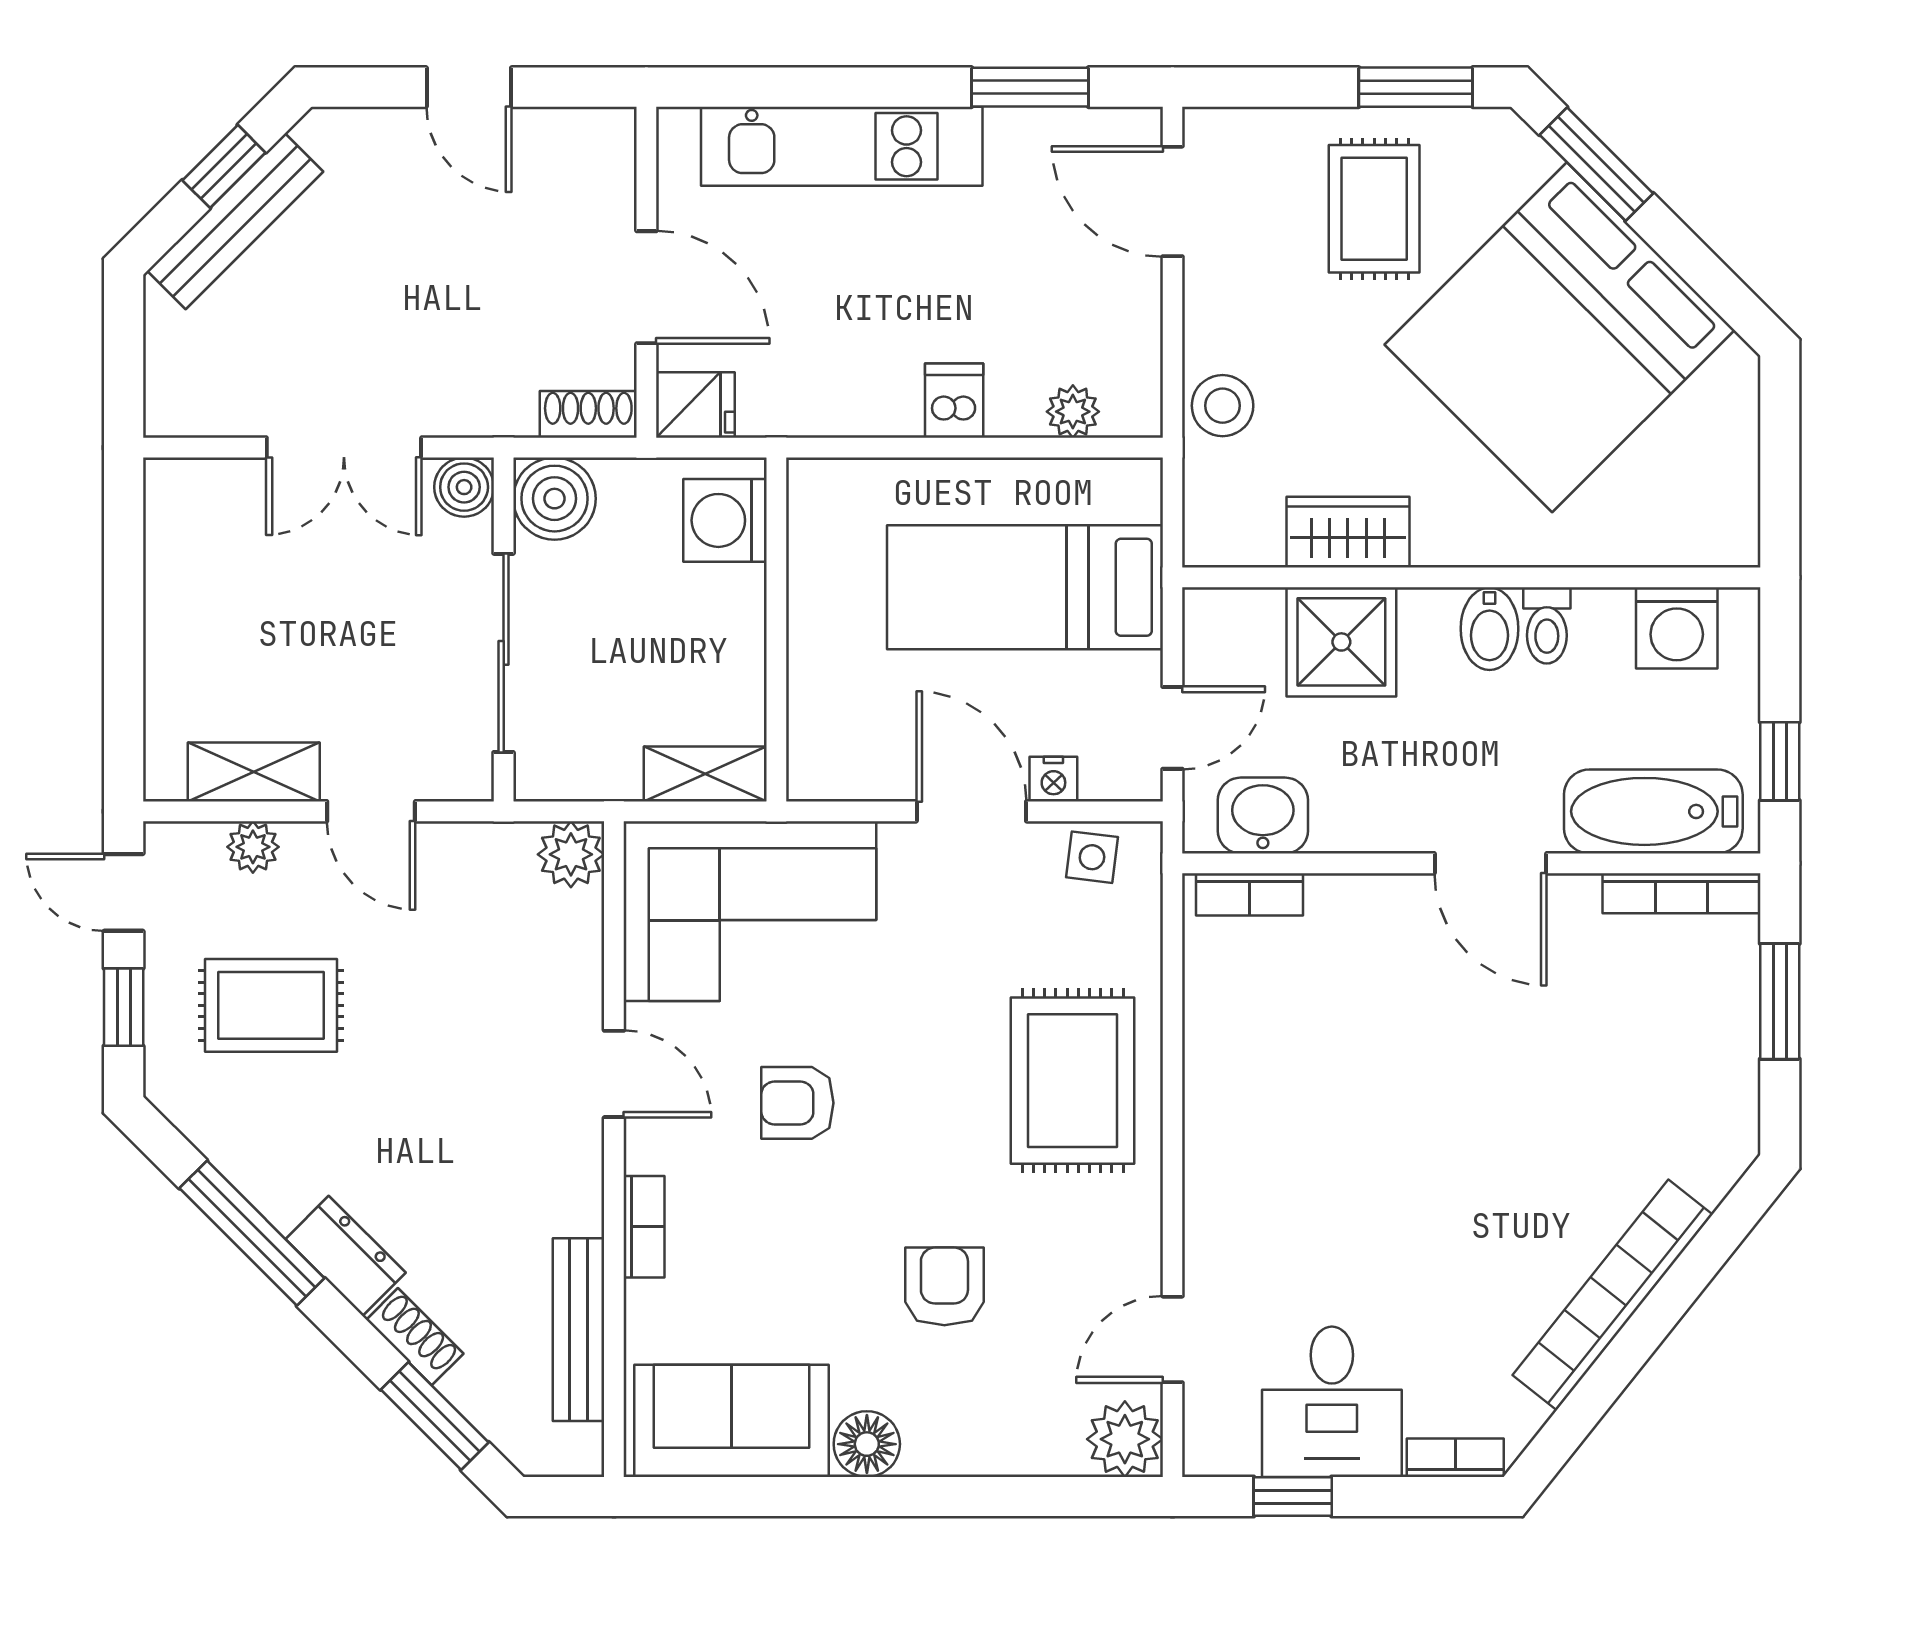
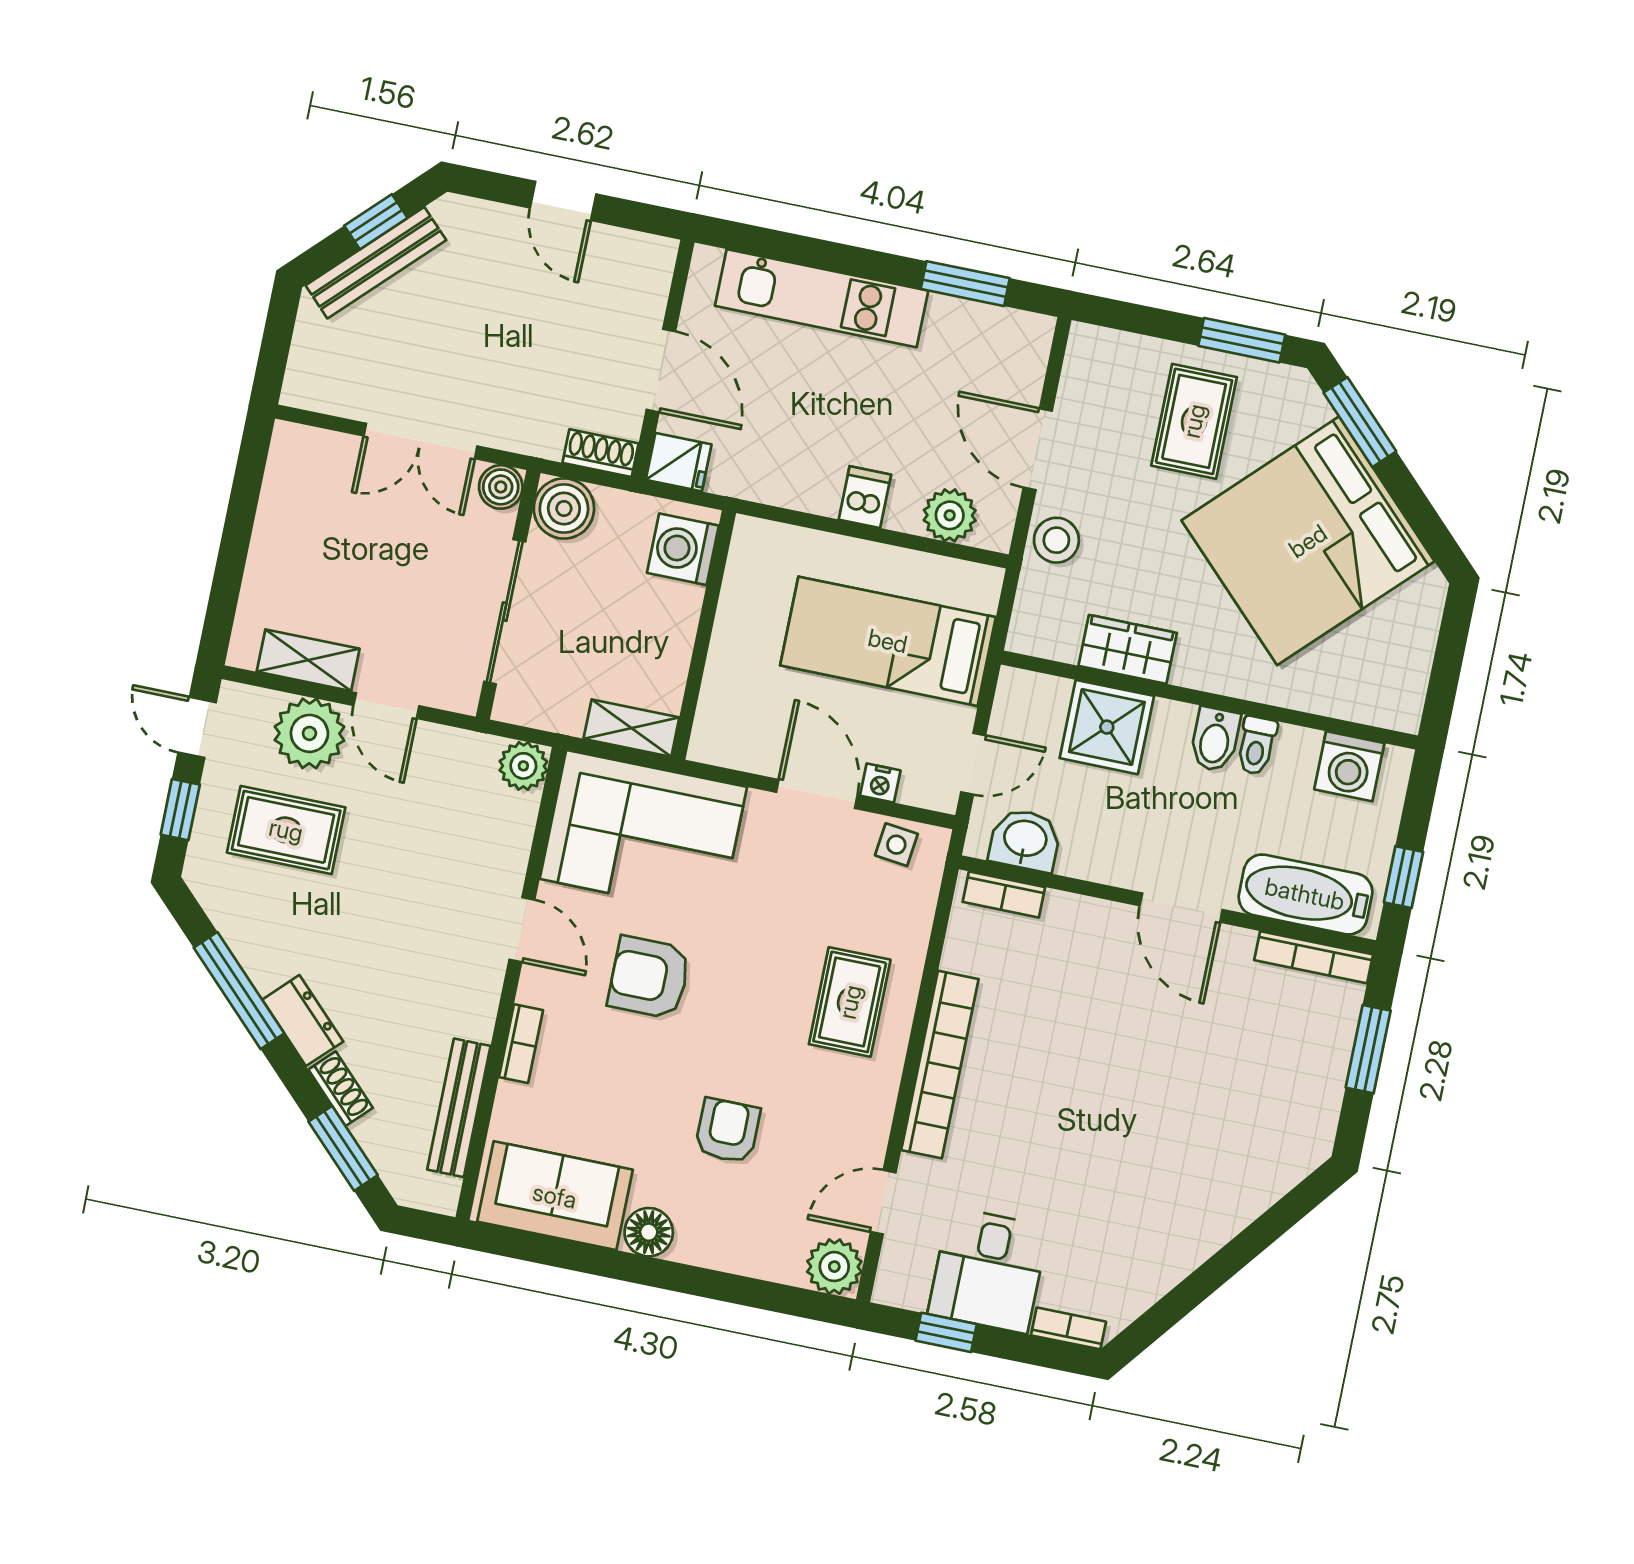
door: (1172, 201) -> (1038, 449), moved
plant: (1073, 412) -> (950, 515), width x1.38, depth x1.38
plant: (253, 847) -> (309, 733), width x1.87, depth x1.87
rug: (1073, 1081) -> (850, 1002), width x0.73, depth x0.70
armchair: (797, 1103) -> (649, 977), width x1.38, depth x1.38
bookcase: (1613, 1295) -> (940, 1065), moved, turned 141

